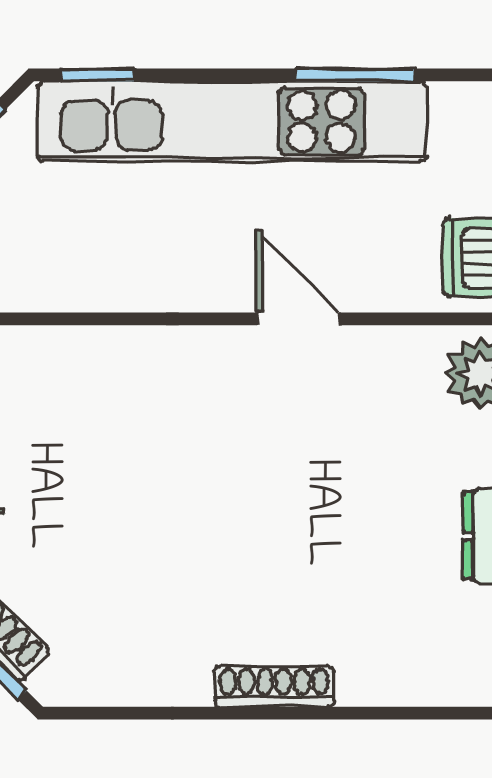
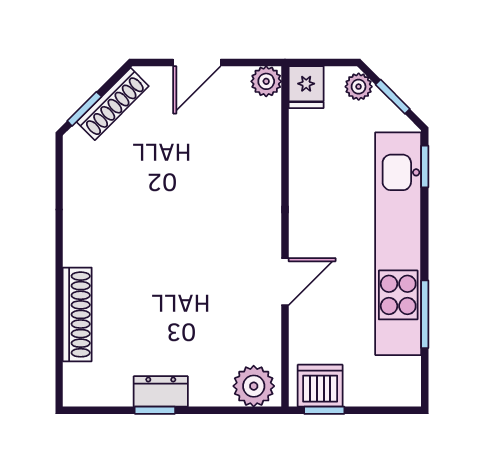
shoe rack: (274, 686) -> (77, 314), moved, width x1.36, depth x1.24

